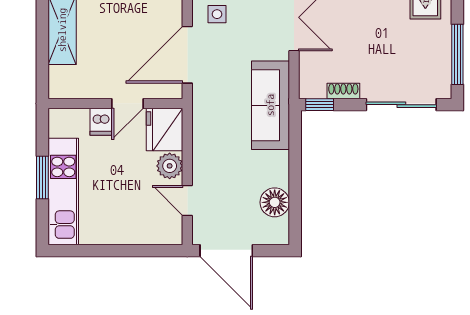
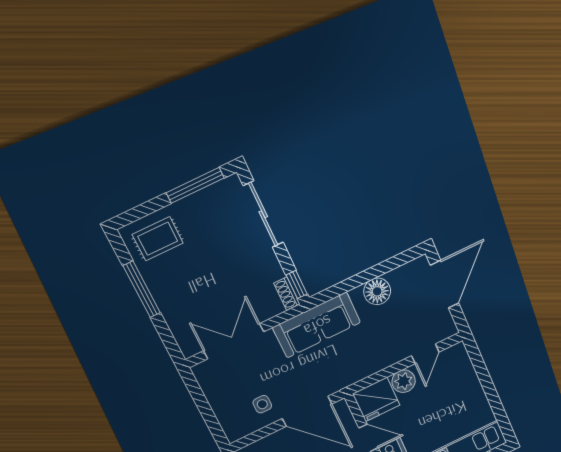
shoe rack: (343, 91) -> (287, 294), moved
floor lamp: (275, 202) -> (377, 291), moved
door: (226, 251) -> (445, 284), moved

